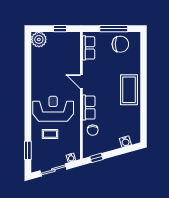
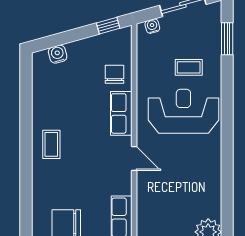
coffee table: (129, 90) -> (51, 144), width x0.54, depth x0.58
reception desk: (53, 109) -> (183, 111), turned 180

